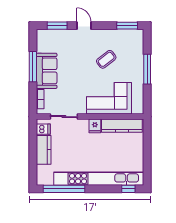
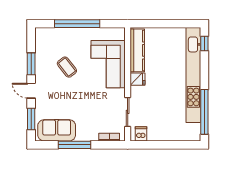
door: (84, 26) -> (31, 91), hinge flipped
window: (127, 26) -> (31, 64), moved
window: (147, 69) -> (77, 24), width x1.46
sofa: (47, 71) -> (57, 130), moved
kitchen counter: (44, 150) -> (163, 134), removed

